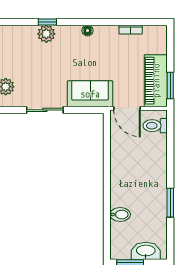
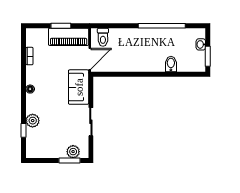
window: (47, 22) -> (24, 130), moved
window: (170, 85) -> (61, 26), moved
window: (170, 203) -> (162, 26), width x2.11
washbasin: (146, 251) -> (201, 44), width x0.52, depth x0.69

